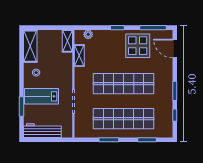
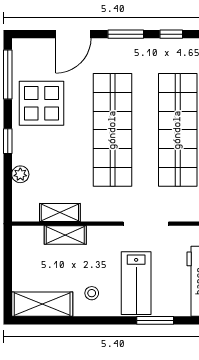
plant: (88, 34) -> (20, 174), moved
shelving: (67, 41) -> (65, 235), moved
door: (175, 49) -> (73, 34), moved

